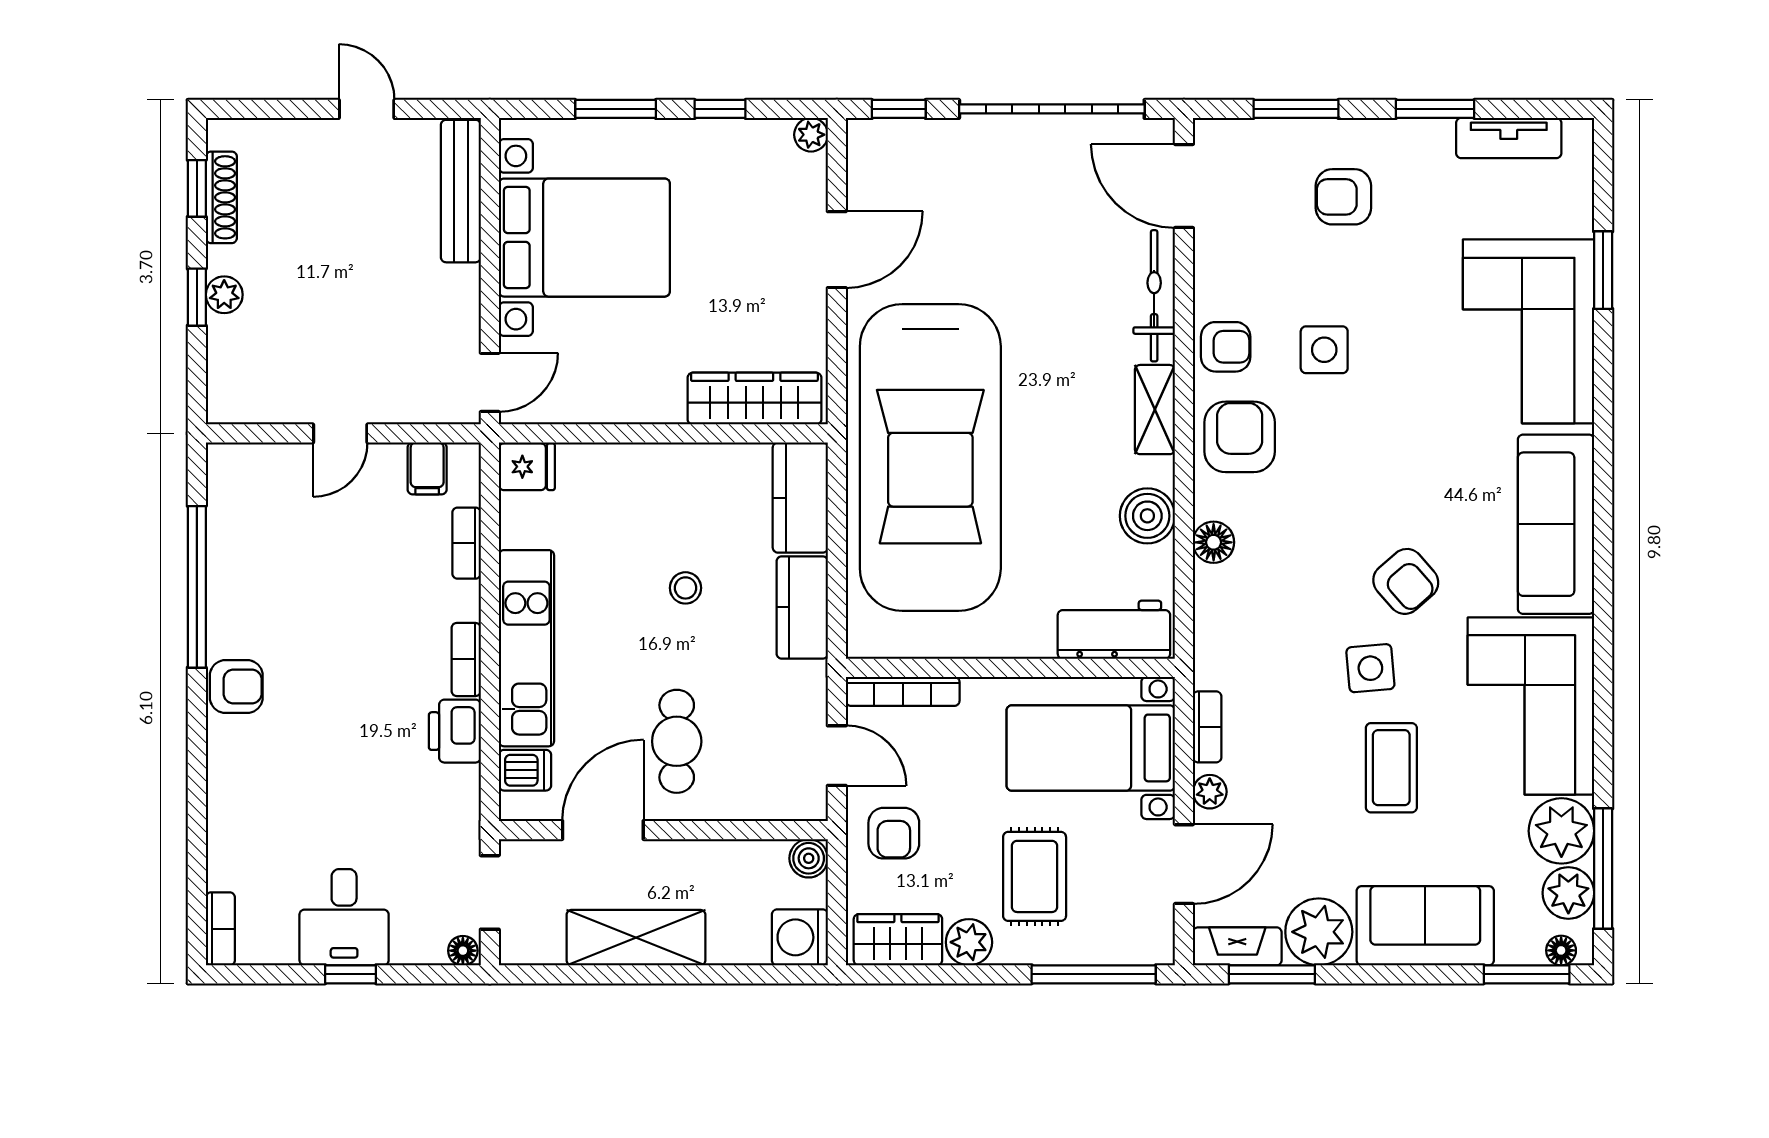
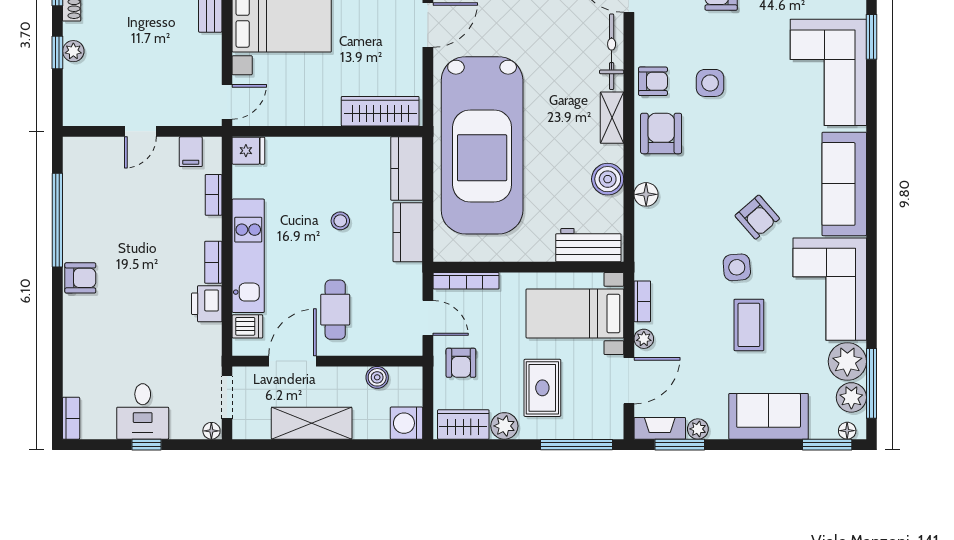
boiler: (809, 858) -> (377, 377), moved
plant: (1319, 932) -> (698, 429), width x0.53, depth x0.53

